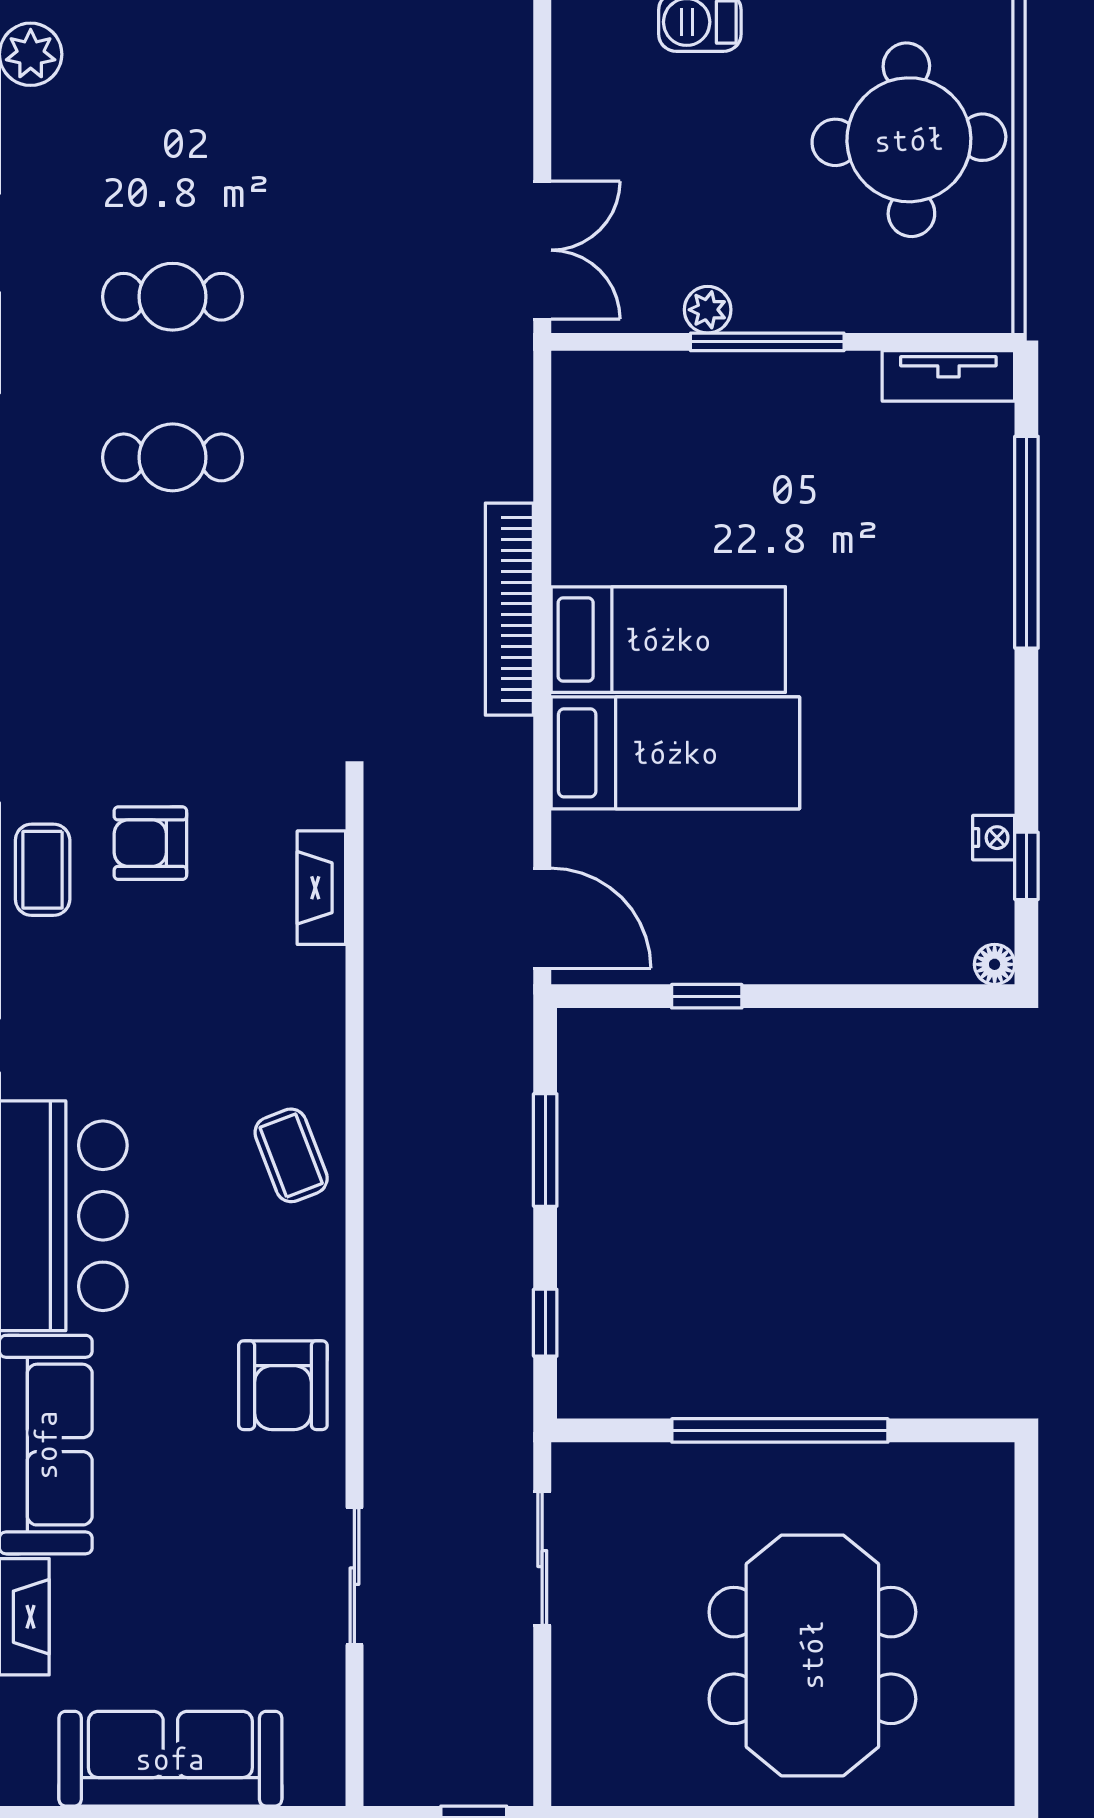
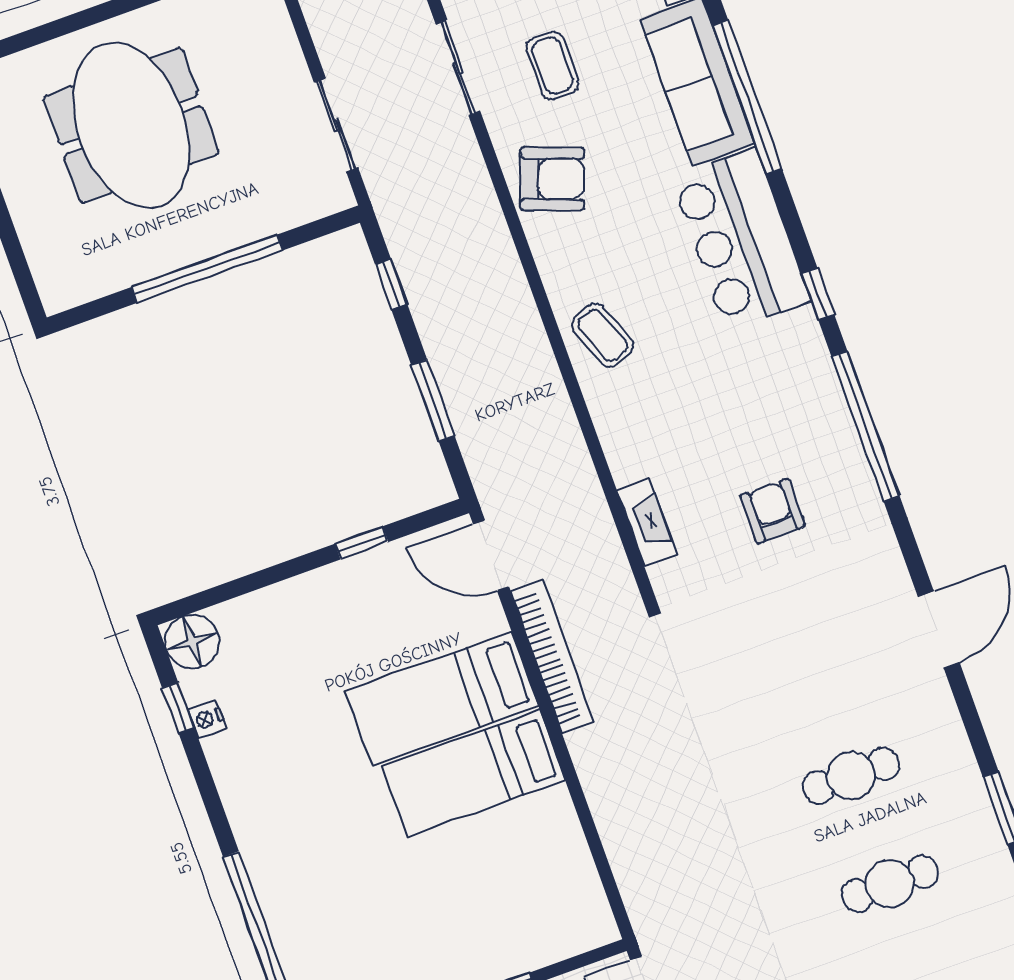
bookcase: (509, 609) -> (552, 656), moved
armchair: (150, 843) -> (773, 511), turned -90
coffee table: (43, 870) -> (552, 65), moved
floor lamp: (995, 964) -> (192, 642), width x1.89, depth x1.89
armchair: (283, 1385) -> (552, 179), turned 110

